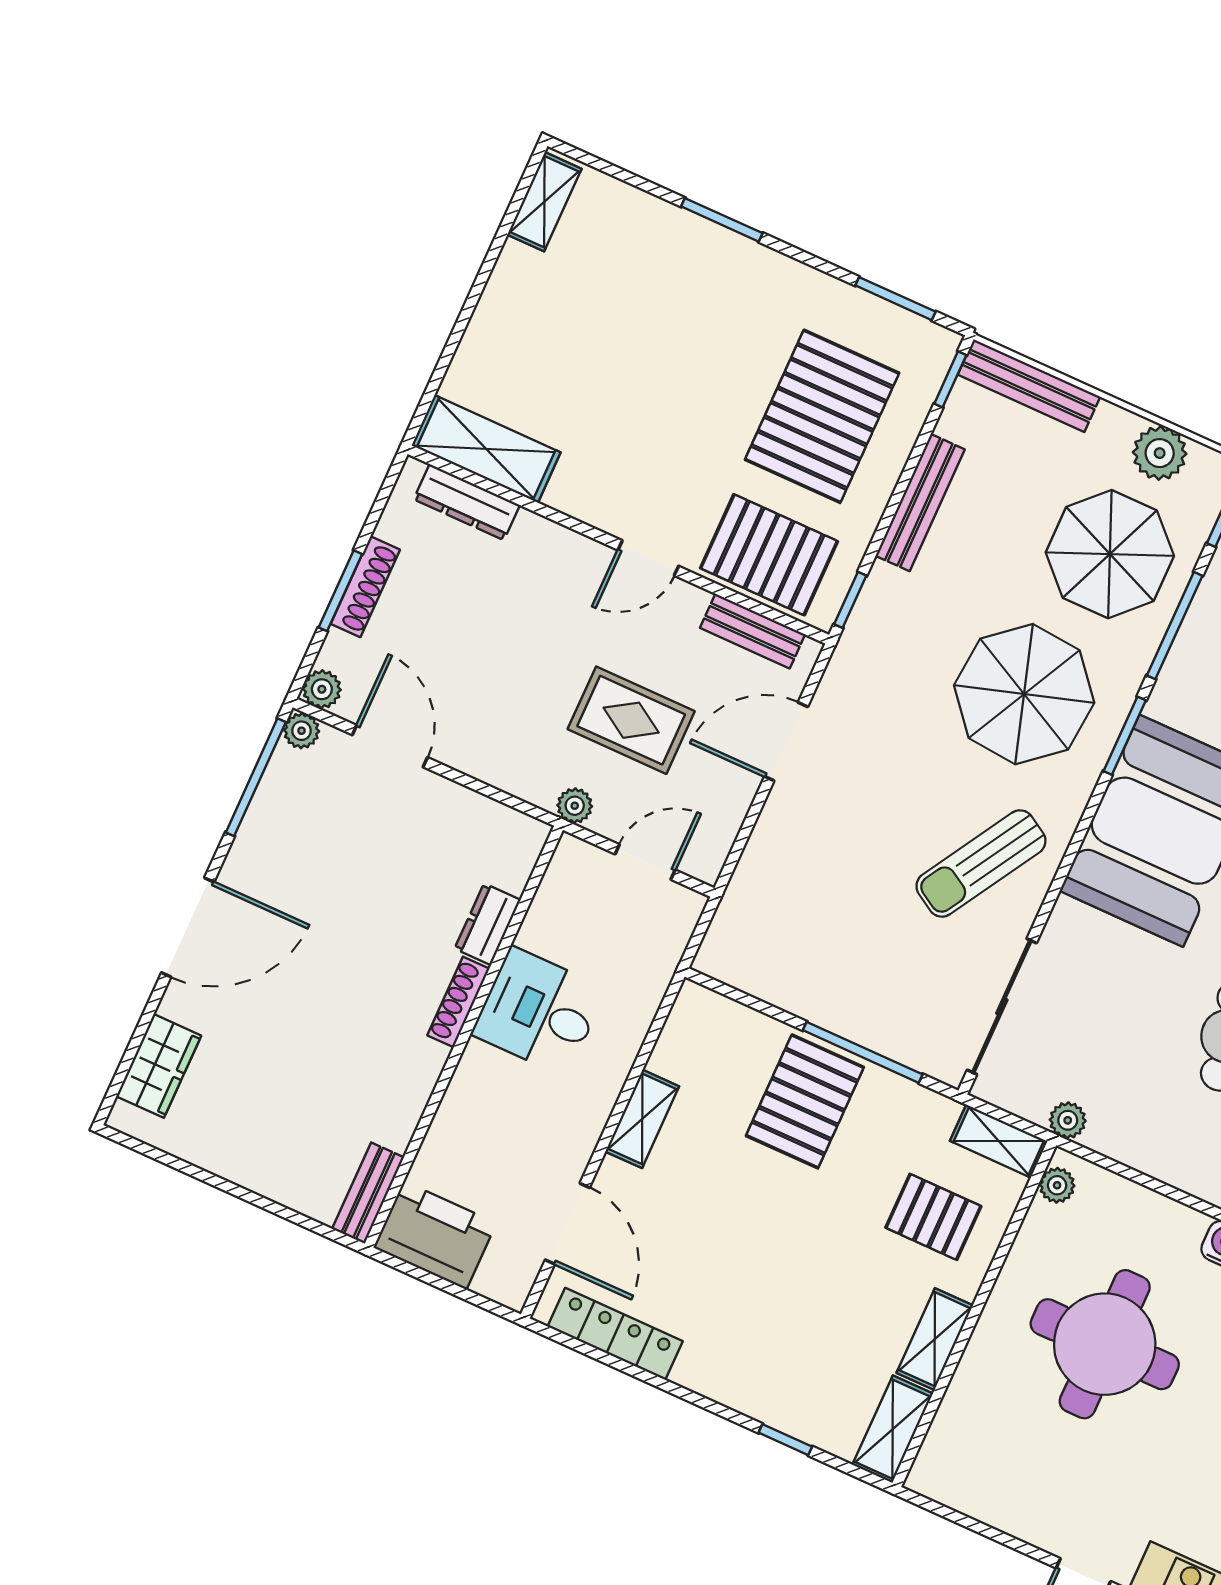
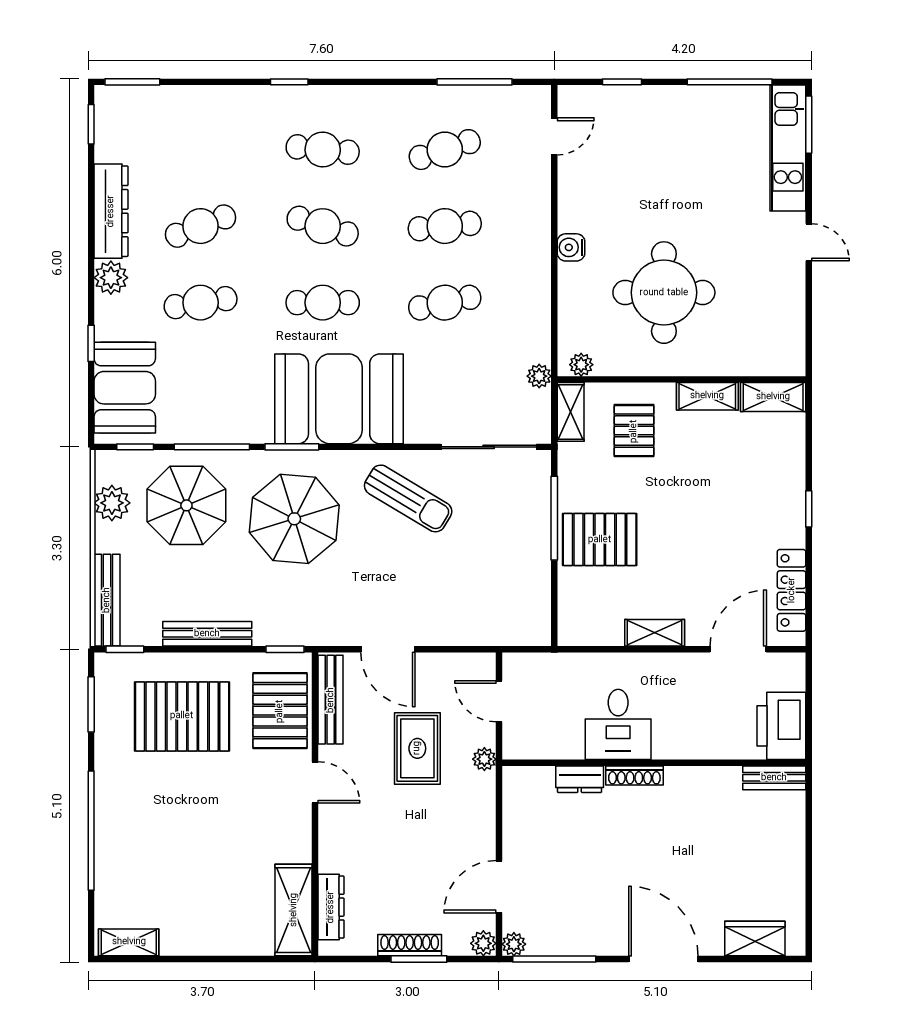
window: (722, 220) -> (91, 831), width x2.11
bench: (753, 631) -> (331, 700), width x1.36
window: (785, 1440) -> (809, 509), moved

